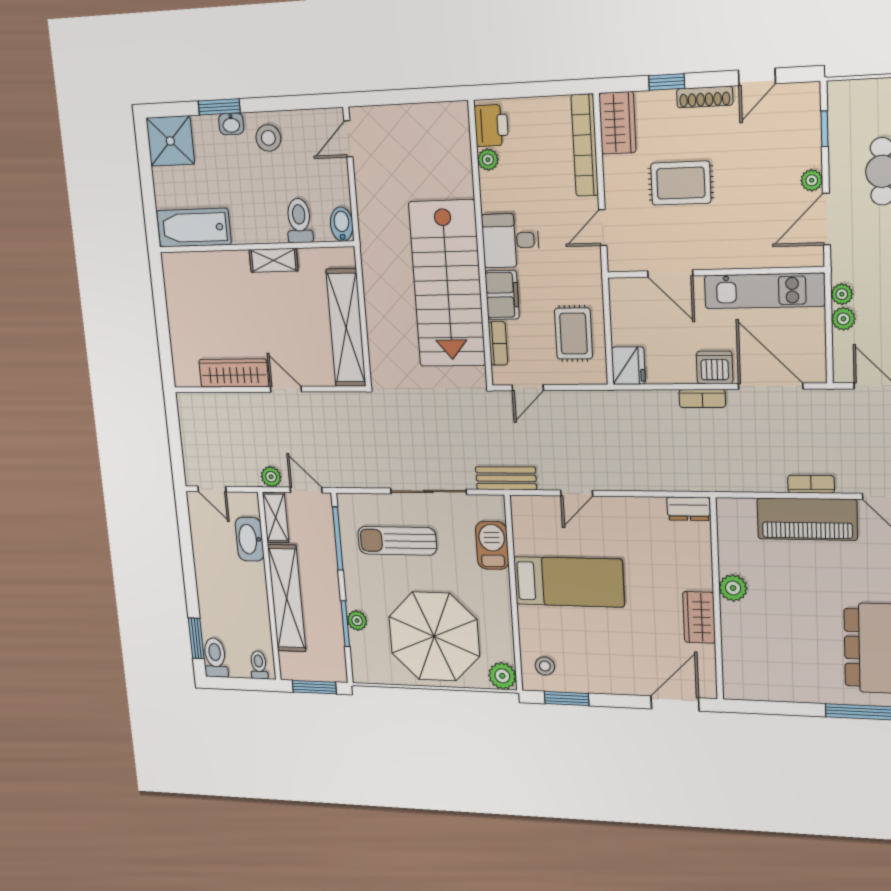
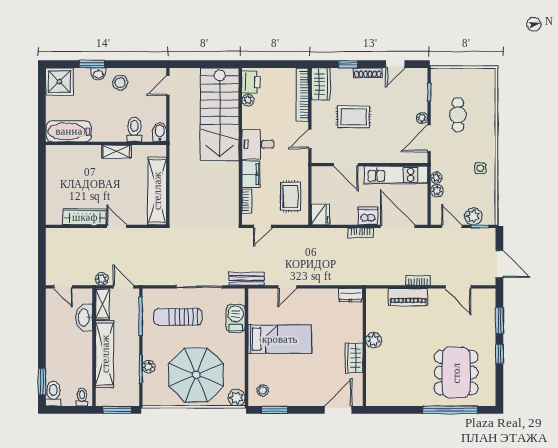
stairs: (447, 284) -> (220, 114), moved
piano: (807, 519) -> (408, 297), width x0.73, depth x0.75

